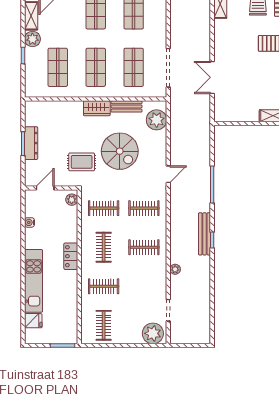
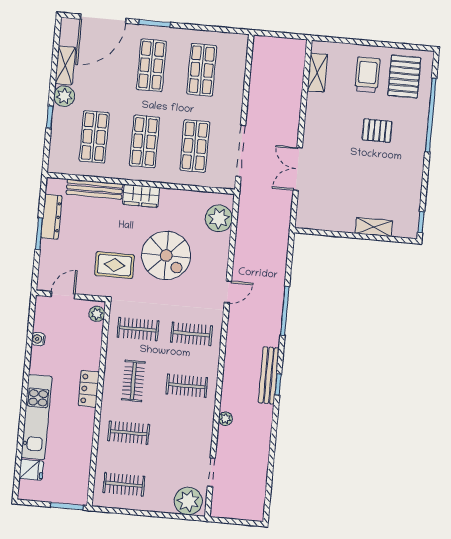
bench: (126, 106) -> (95, 189), moved, width x1.36
dresser: (31, 143) -> (51, 217), moved
clothes rail: (104, 325) -> (124, 484), turned 90

